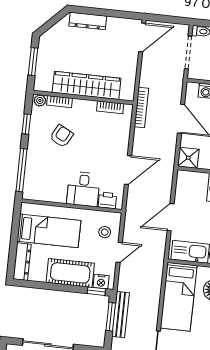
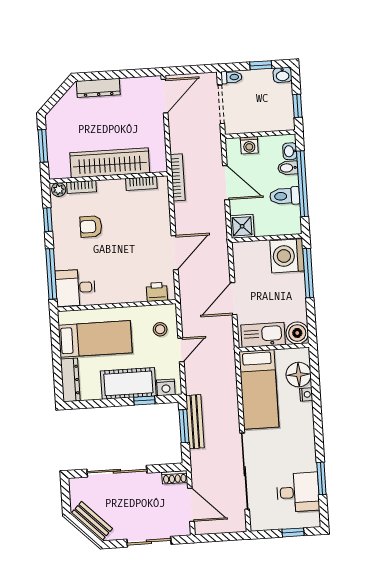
armchair: (62, 136) -> (91, 227), turned -118
desk: (83, 189) -> (75, 288), moved, turned 90
window: (96, 291) -> (144, 401), moved

